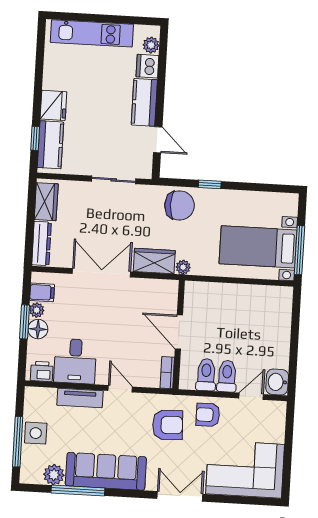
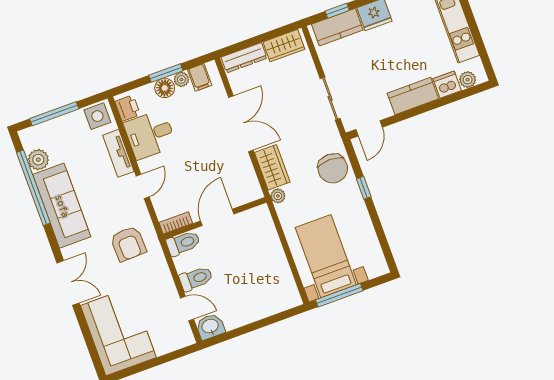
door: (158, 140) -> (369, 128), moved
toilet: (206, 375) -> (183, 243), moved
armchair: (208, 415) -> (153, 276), removed
side table: (36, 433) -> (97, 116), moved
window: (78, 491) -> (33, 188), width x1.46

